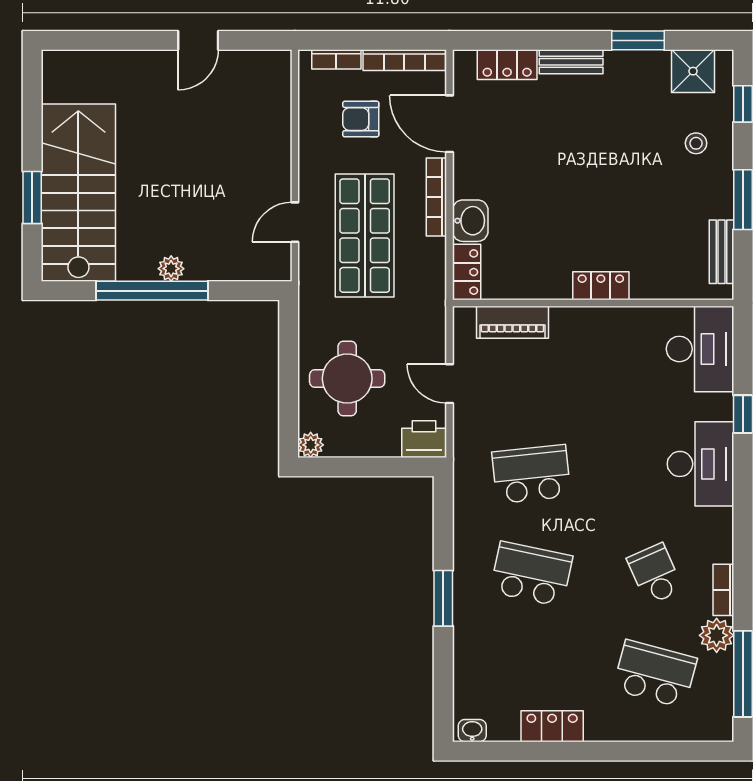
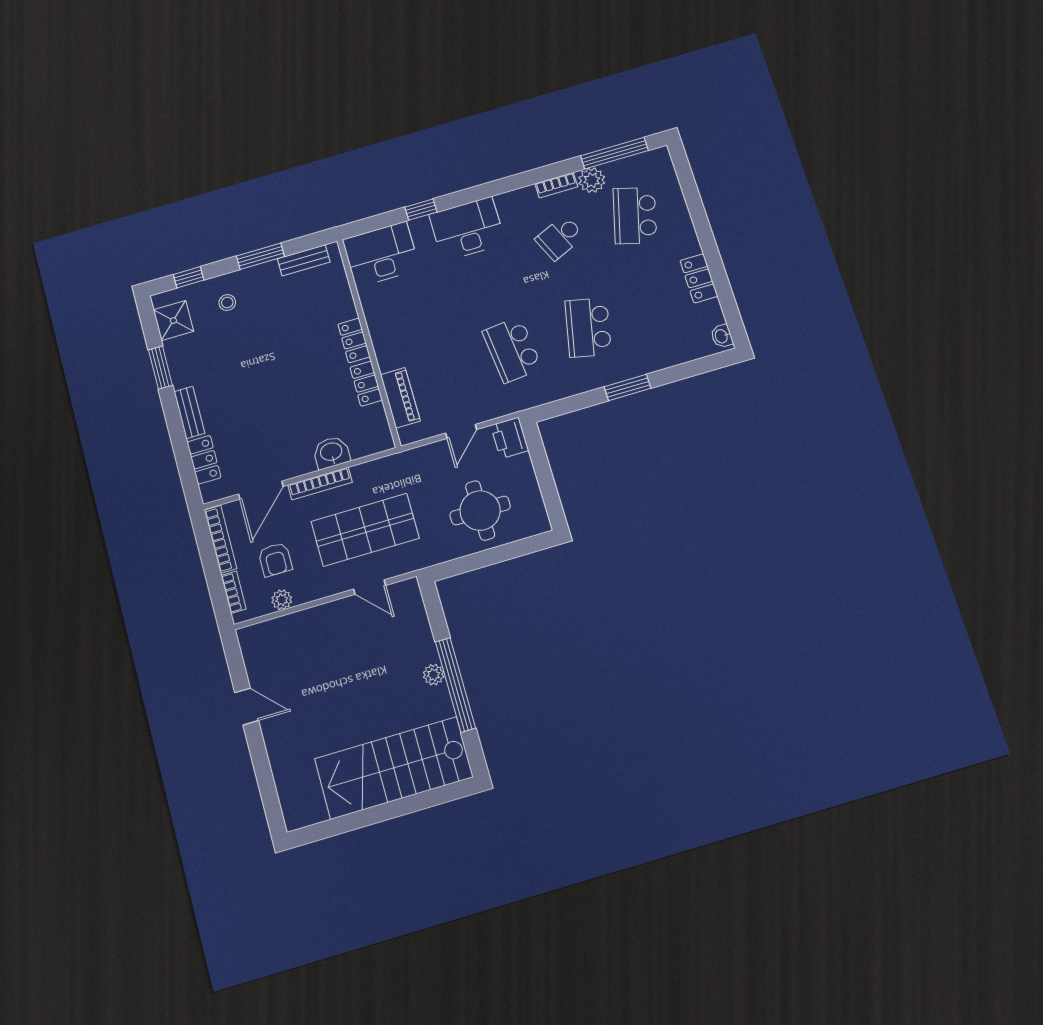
window: (32, 197) -> (408, 805), removed
locker: (467, 272) -> (366, 384), moved, turned -90
plant: (311, 445) -> (282, 600), moved

